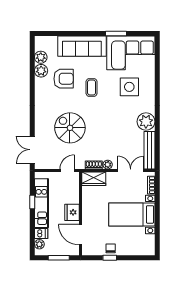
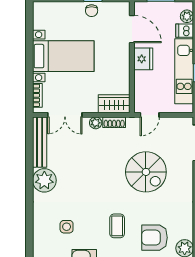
side table: (129, 87) -> (67, 227), width x0.54, depth x0.54

